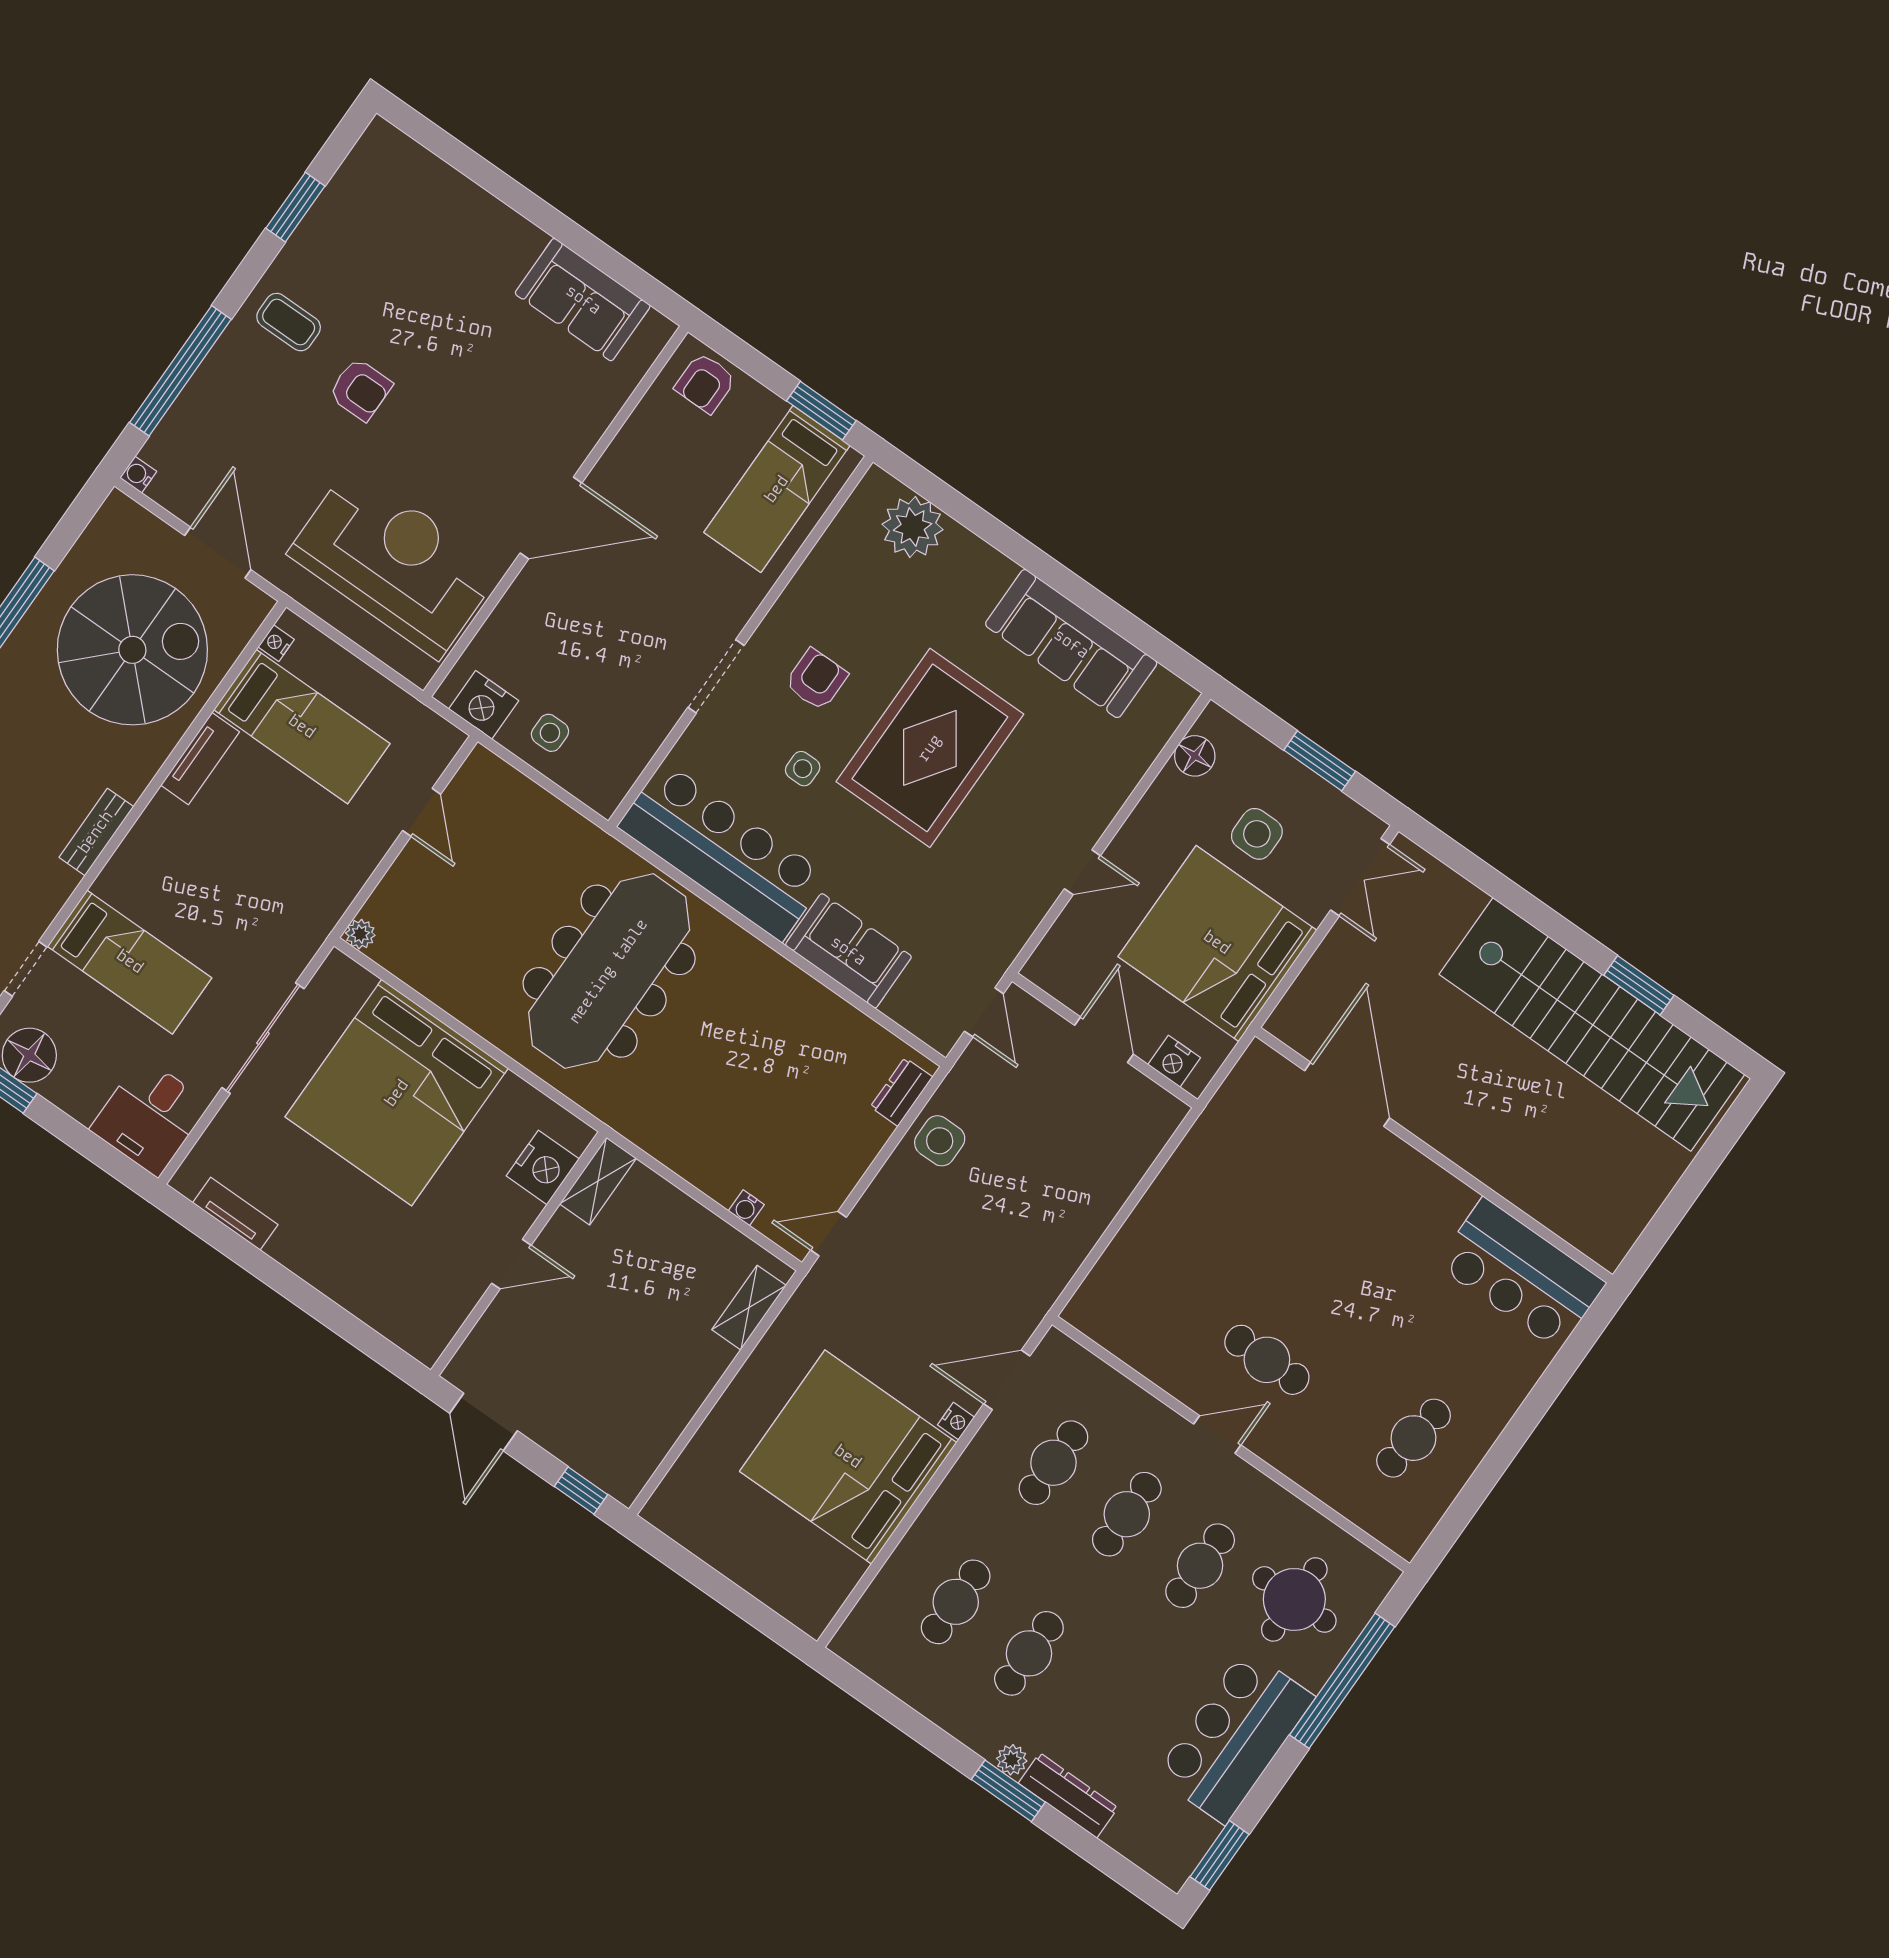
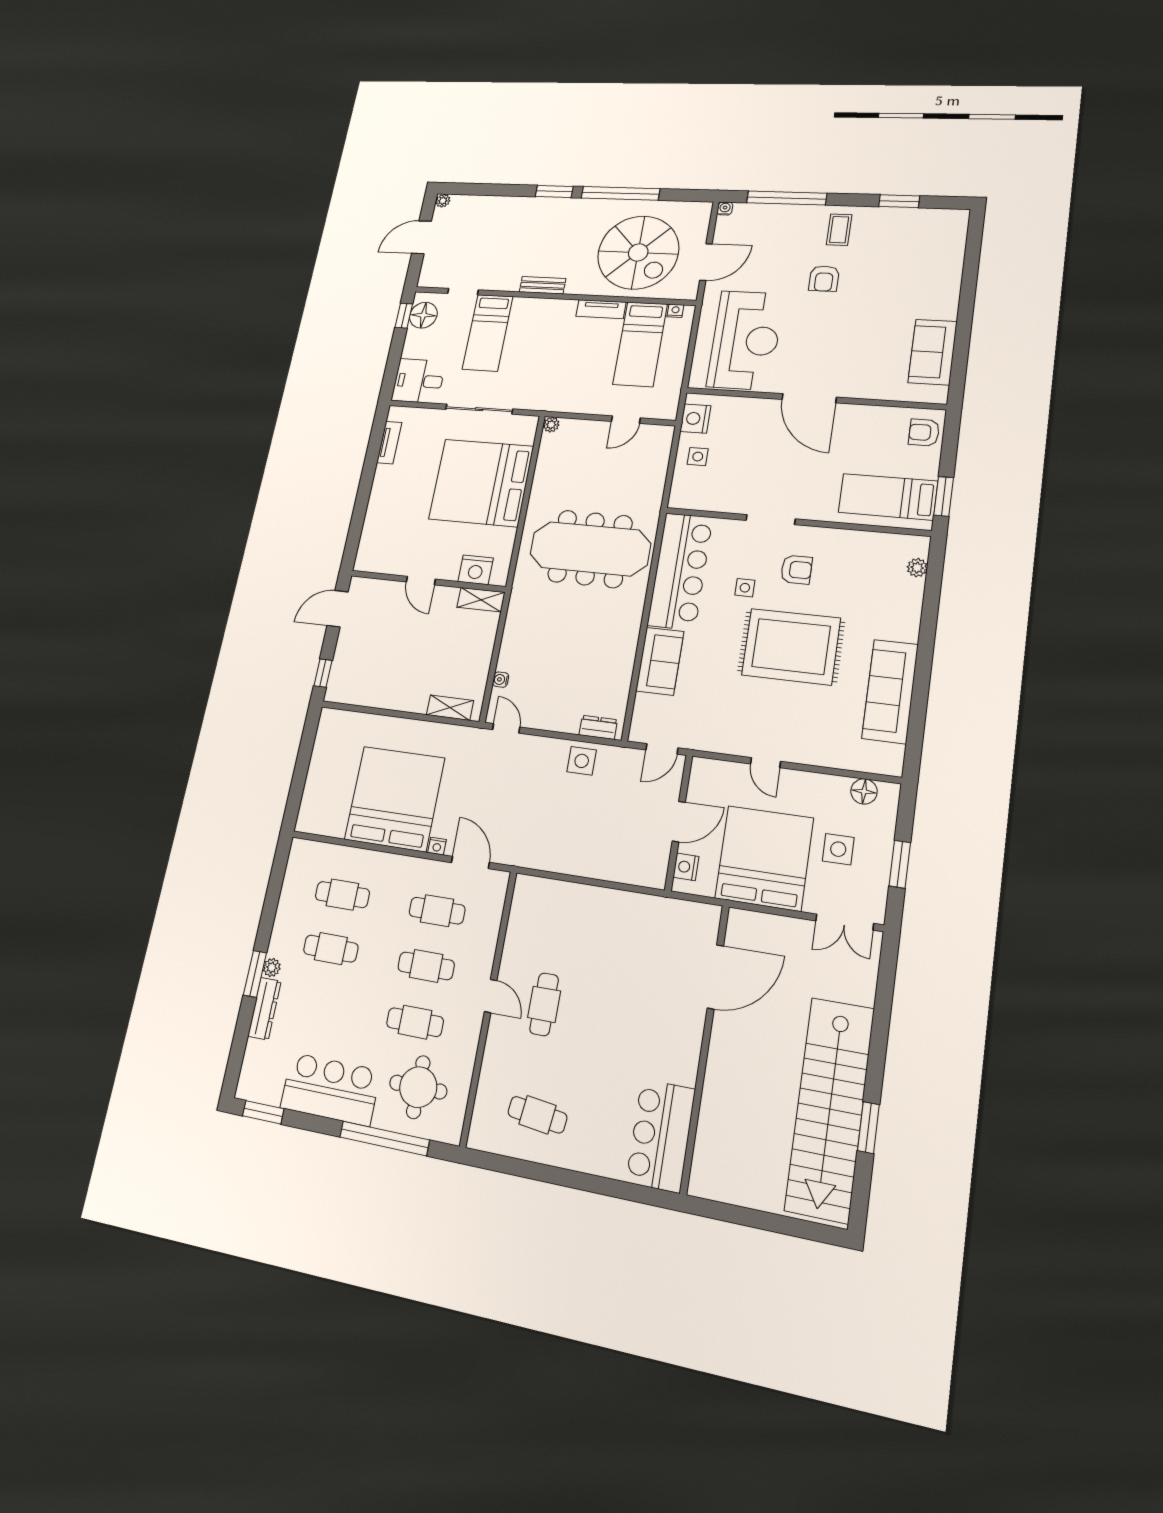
plant: (913, 527) -> (917, 568), width x0.53, depth x0.53

